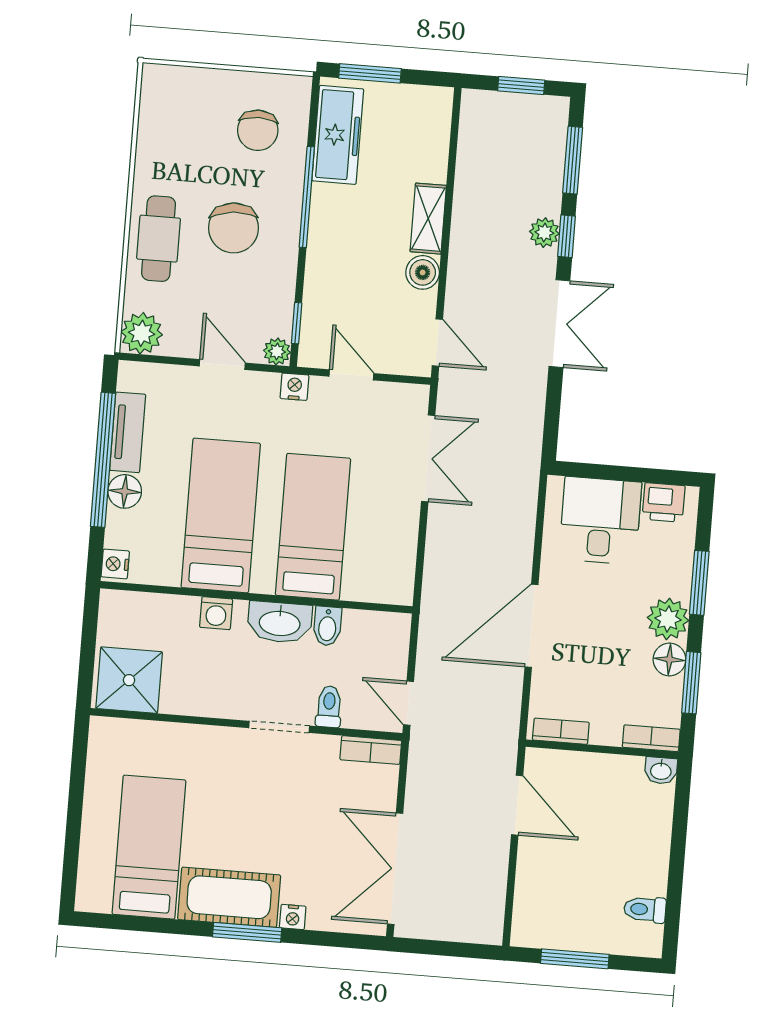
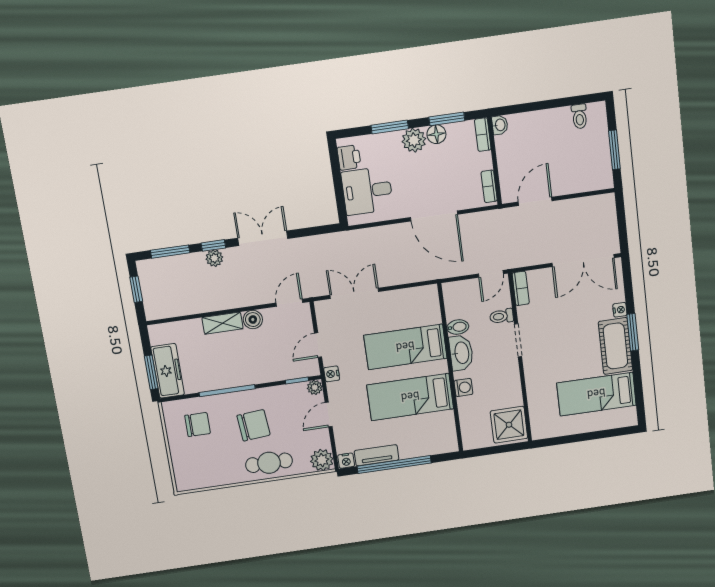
freezer: (338, 135) -> (168, 371), moved, turned 90
floor lamp: (125, 491) -> (408, 450), removed
nightstand: (115, 564) -> (346, 461), moved

